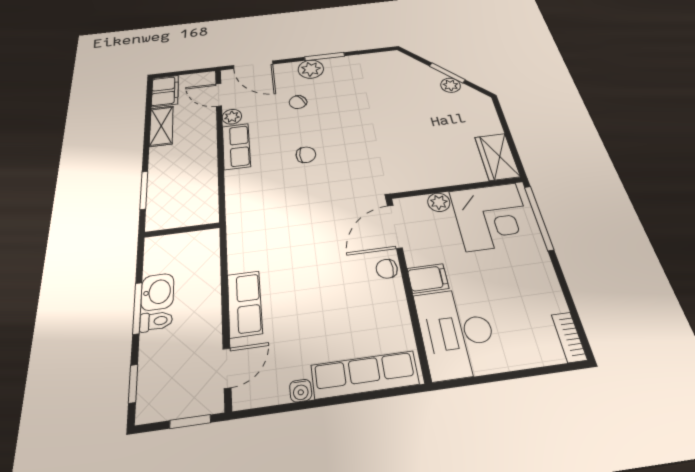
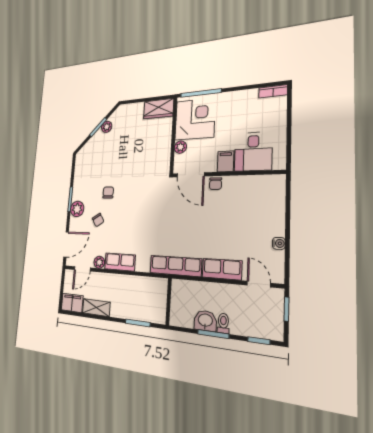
chair: (306, 155) -> (108, 192), moved
desk: (456, 333) -> (253, 152), width x0.73
row of seats: (365, 375) -> (175, 266), moved, turned 90

